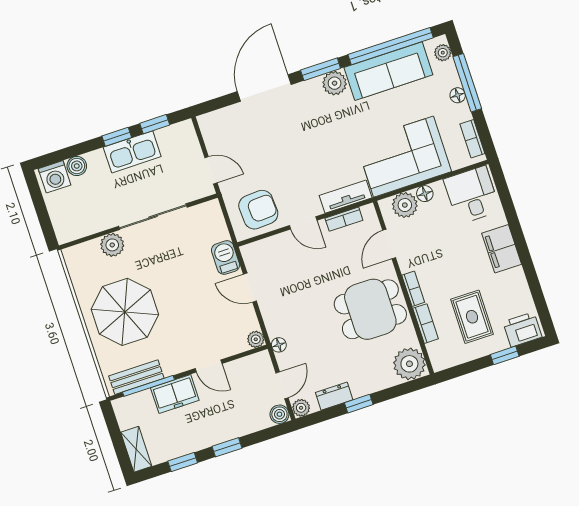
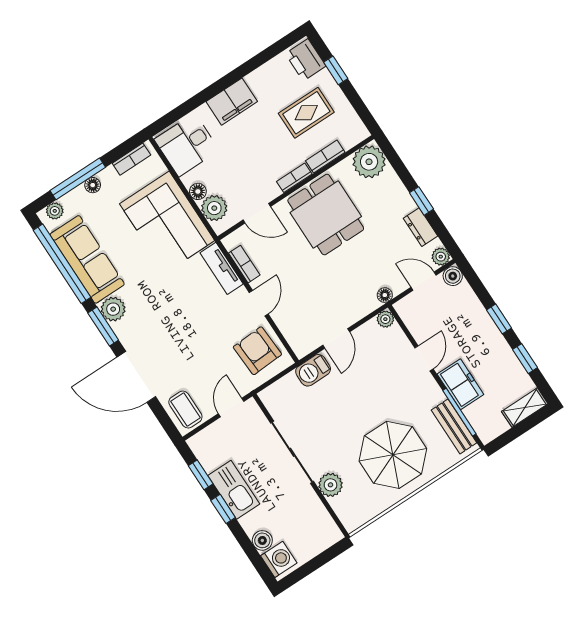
coffee table: (221, 126) -> (185, 410), added

